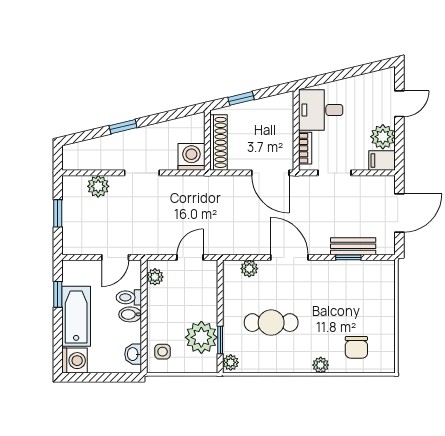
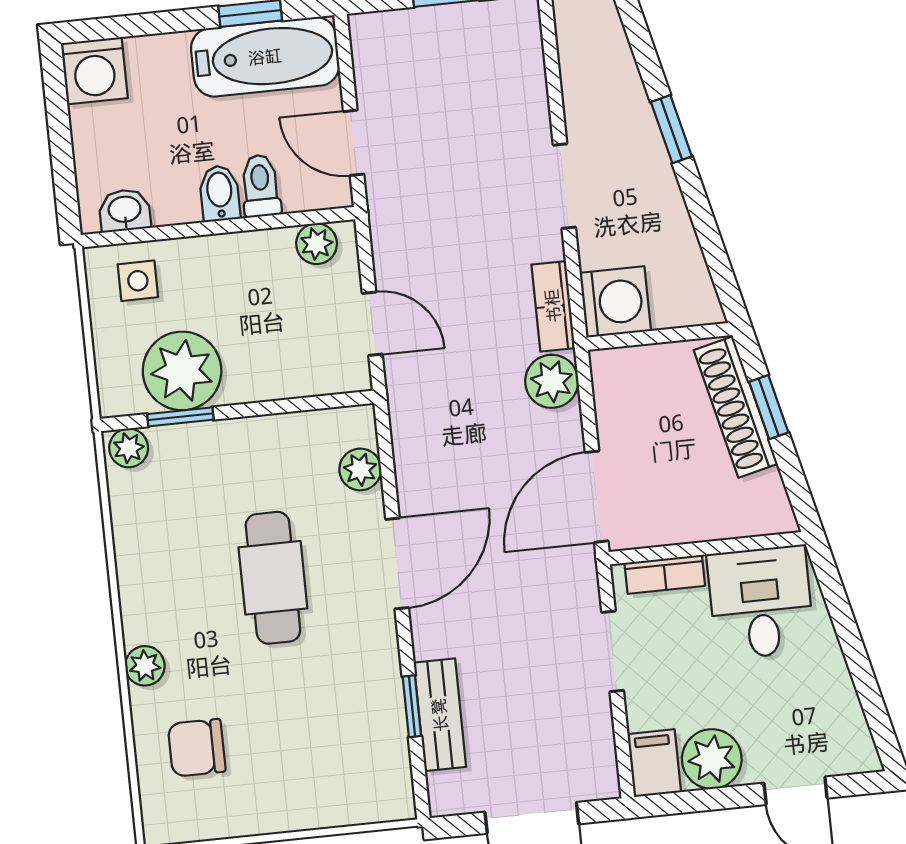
shoe rack: (219, 142) -> (736, 407), moved, turned 77
bookcase: (191, 183) -> (553, 306), added
plant: (98, 186) -> (552, 381), moved
bathtub: (76, 316) -> (265, 57), moved
cafe table: (271, 323) -> (273, 578), moved

